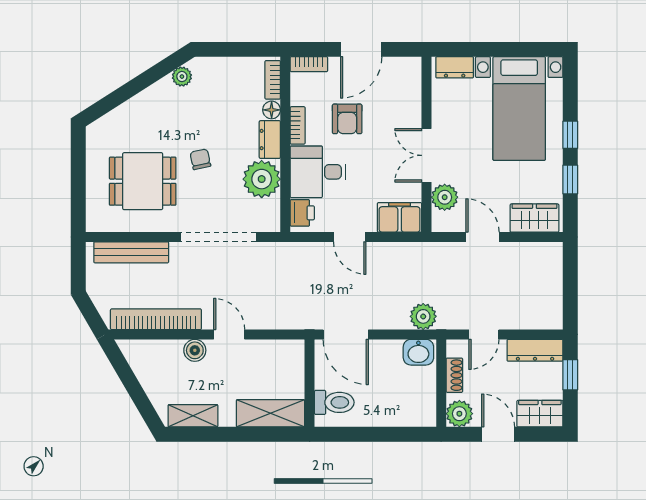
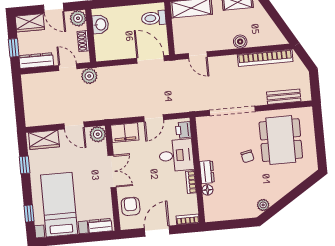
bookcase: (273, 80) -> (209, 208), removed
armchair: (347, 119) -> (131, 206), moved
window: (570, 135) -> (29, 213), moved
plant: (262, 179) -> (210, 148), removed
dining table: (143, 181) -> (281, 140), width x1.38
plant: (445, 197) -> (98, 134), moved
door: (350, 237) -> (154, 118), swing flipped
bench: (131, 252) -> (284, 97), width x0.73
plant: (423, 316) -> (89, 76), moved
door: (229, 334) -> (198, 55), moved
door: (484, 334) -> (68, 67), hinge flipped
washbasin: (418, 352) -> (100, 24), moved, turned 90

